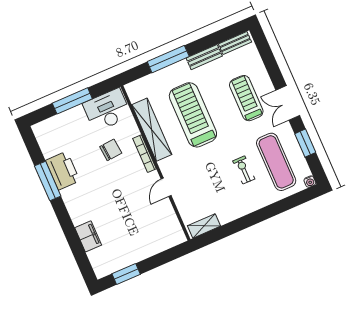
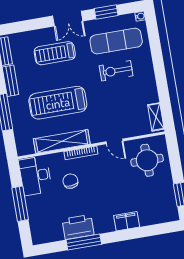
exercise bike: (244, 170) -> (116, 71), width x1.38, depth x1.39
round table: (154, 228) -> (147, 160), added
filing cabinet: (88, 236) -> (127, 221), moved

